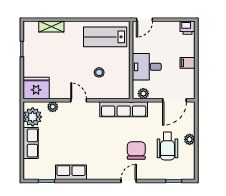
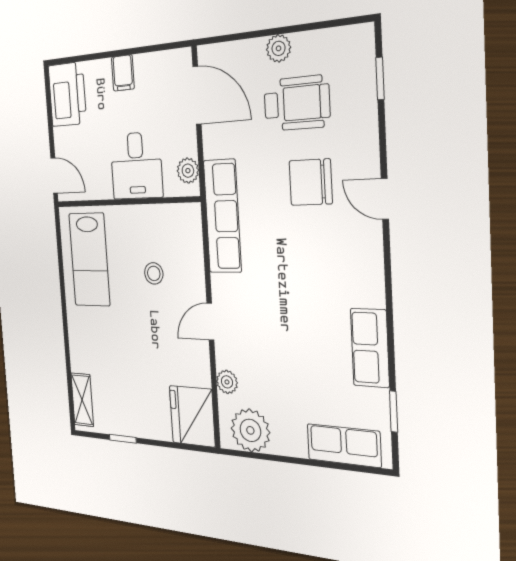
shelving: (51, 27) -> (82, 400), moved
printer: (188, 28) -> (67, 94), width x1.87, depth x1.48
row of seats: (31, 143) -> (344, 445), moved

